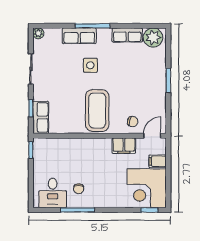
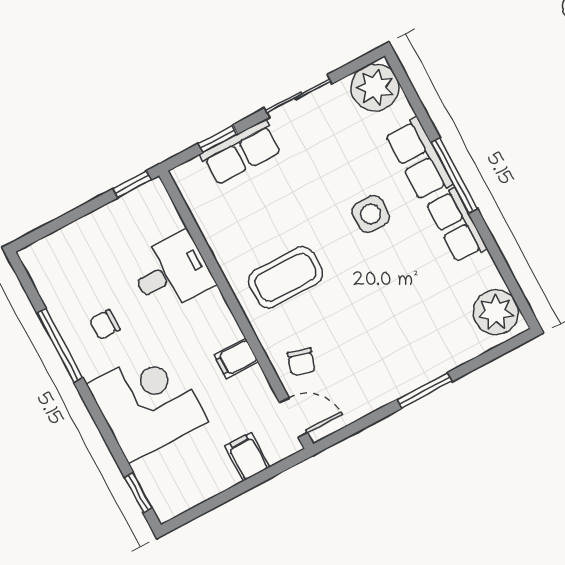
plant: (38, 33) -> (375, 87), width x1.87, depth x1.87
row of seats: (127, 35) -> (456, 225), moved
coffee table: (97, 111) -> (285, 277), width x0.73, depth x0.76
row of seats: (41, 117) -> (241, 152), moved
filing cabinet: (124, 146) -> (236, 358), width x0.50
corner desk: (147, 188) -> (147, 403), moved, turned 90
desk: (53, 193) -> (172, 272), moved, turned 180

